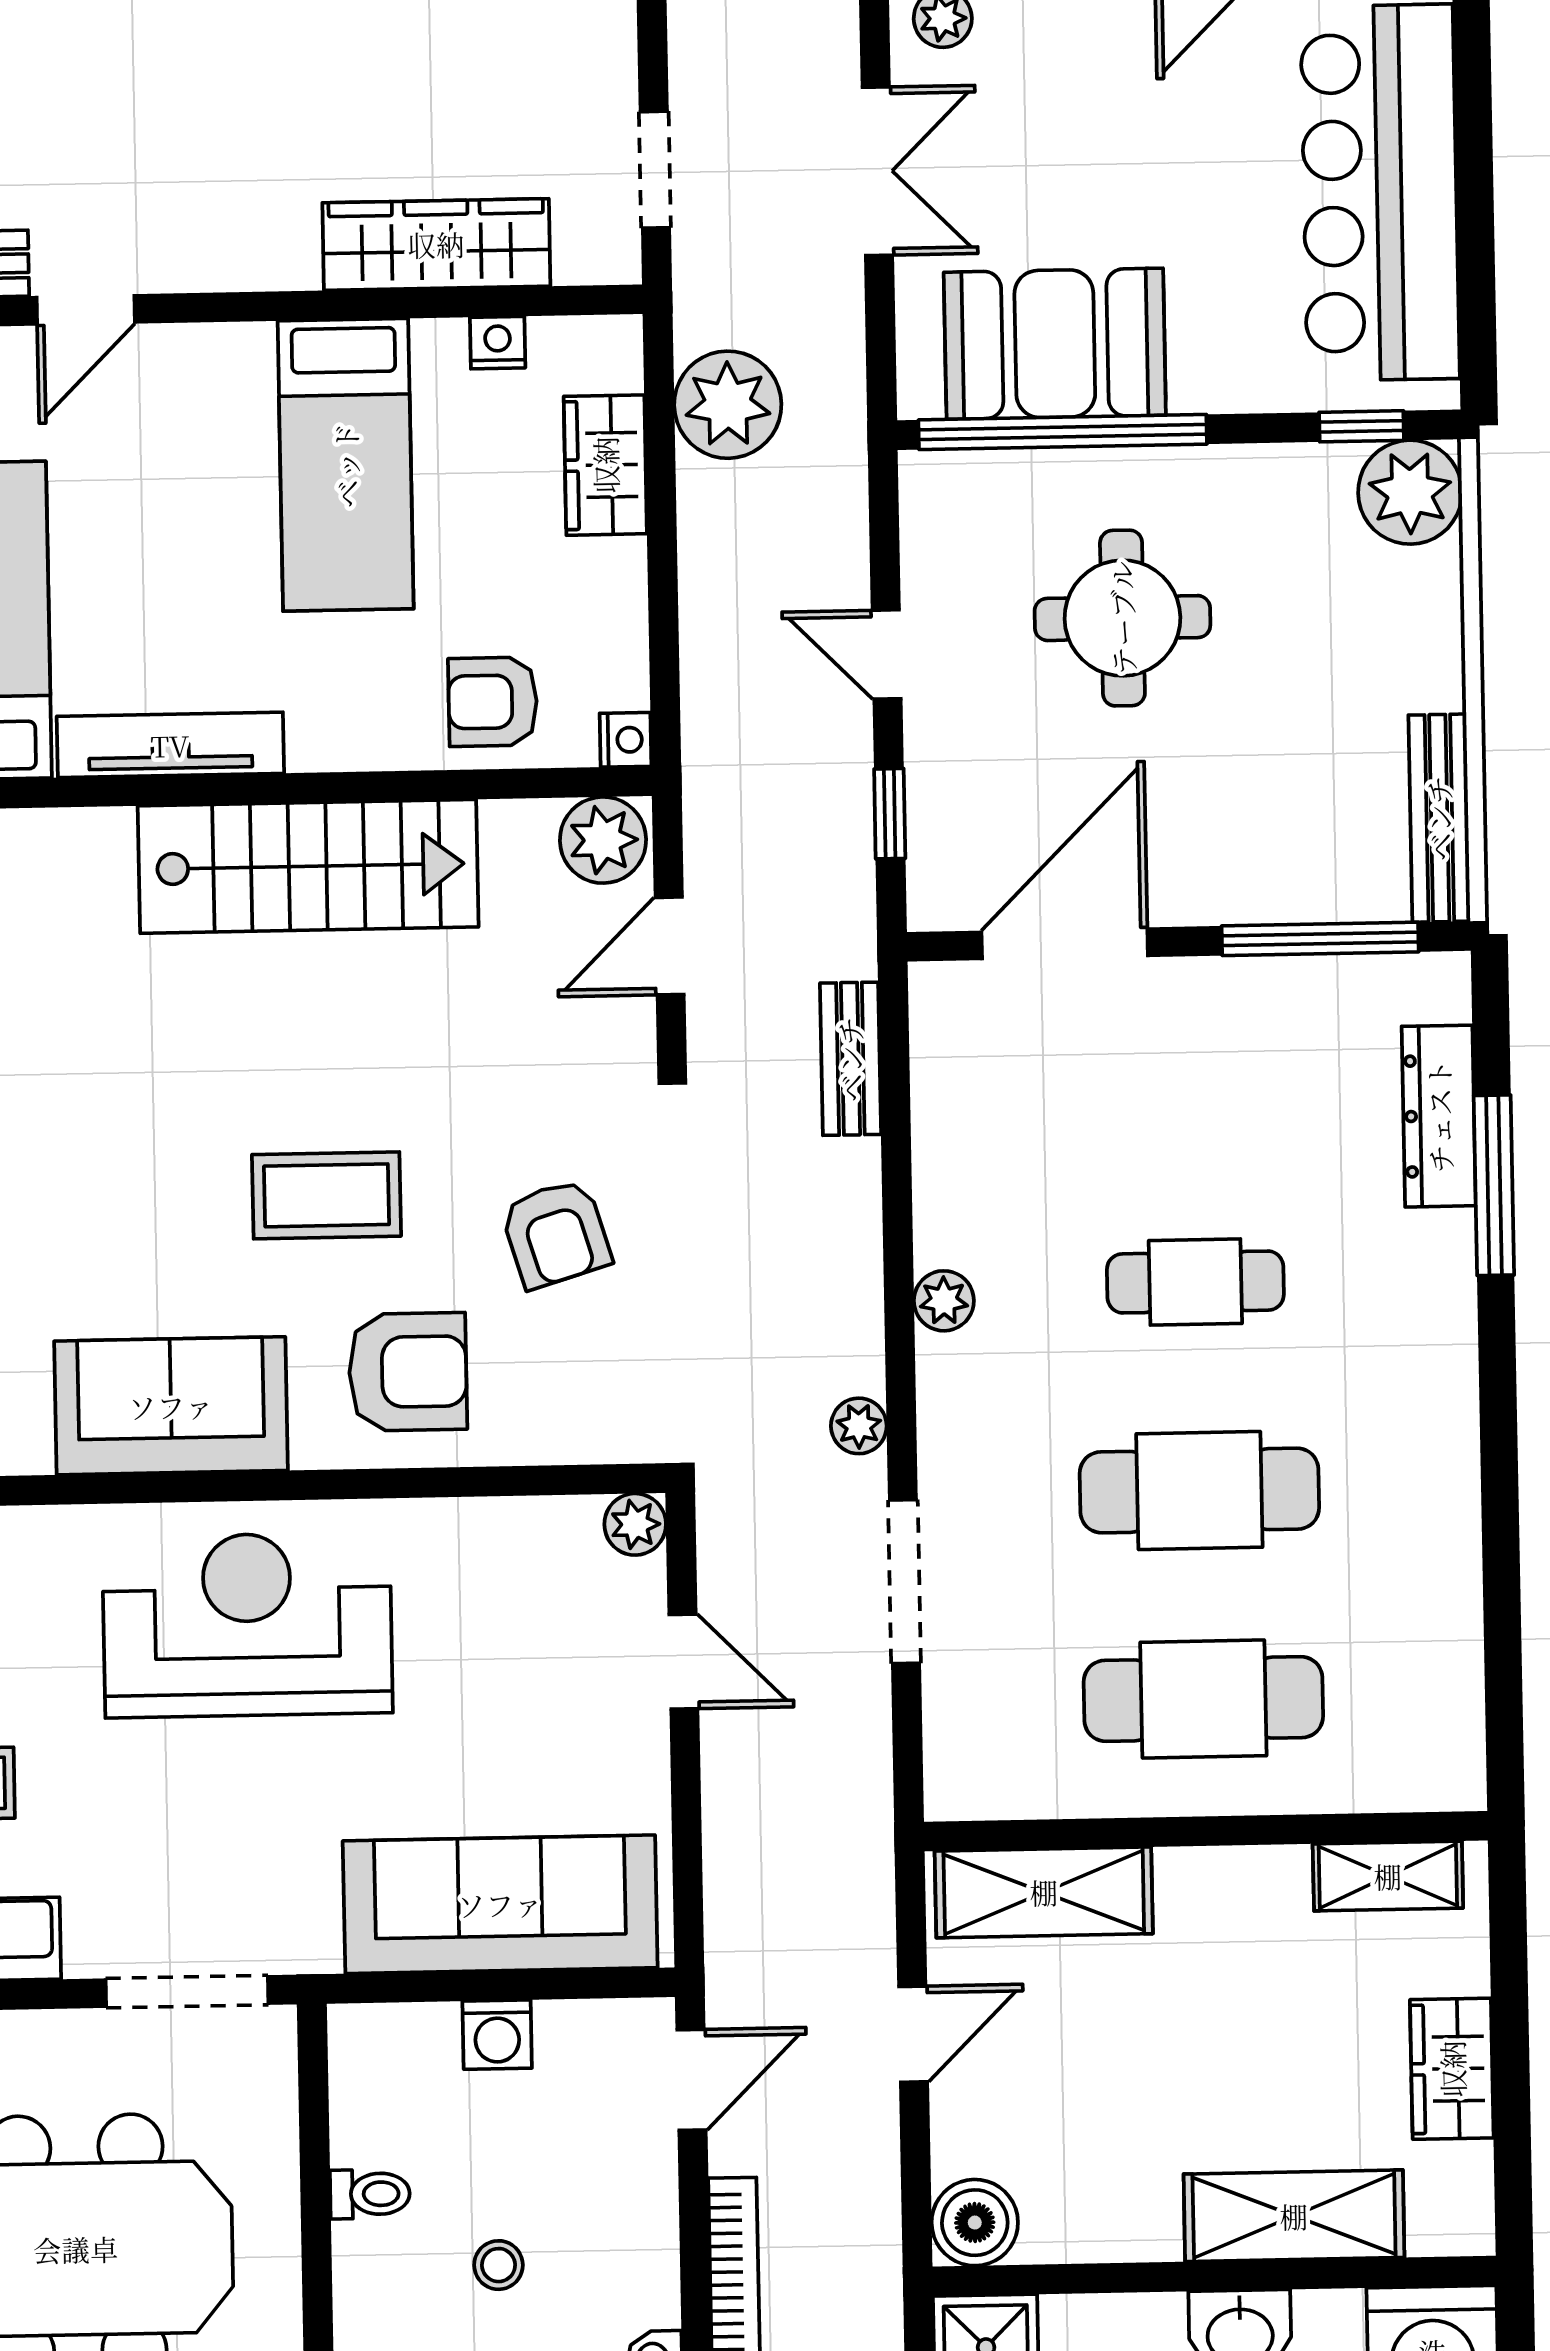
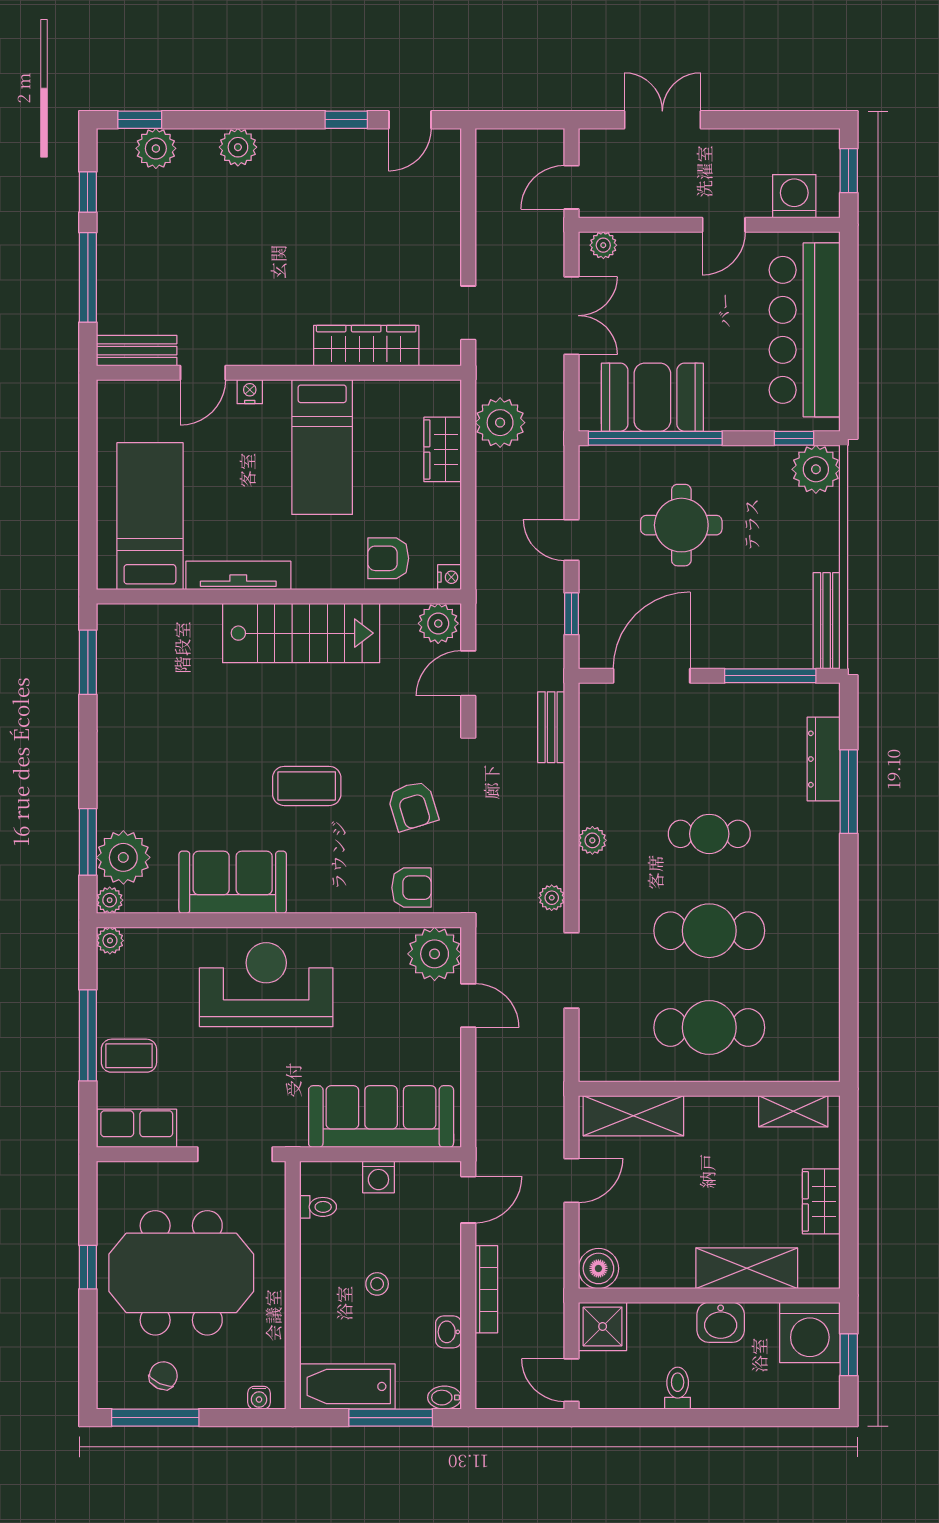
nightstand: (498, 343) -> (250, 392), moved
armchair: (408, 1372) -> (411, 888), moved, width x0.72, depth x0.72
plant: (635, 1524) -> (435, 954), width x1.87, depth x1.87
toilet: (370, 2194) -> (318, 1207), moved

